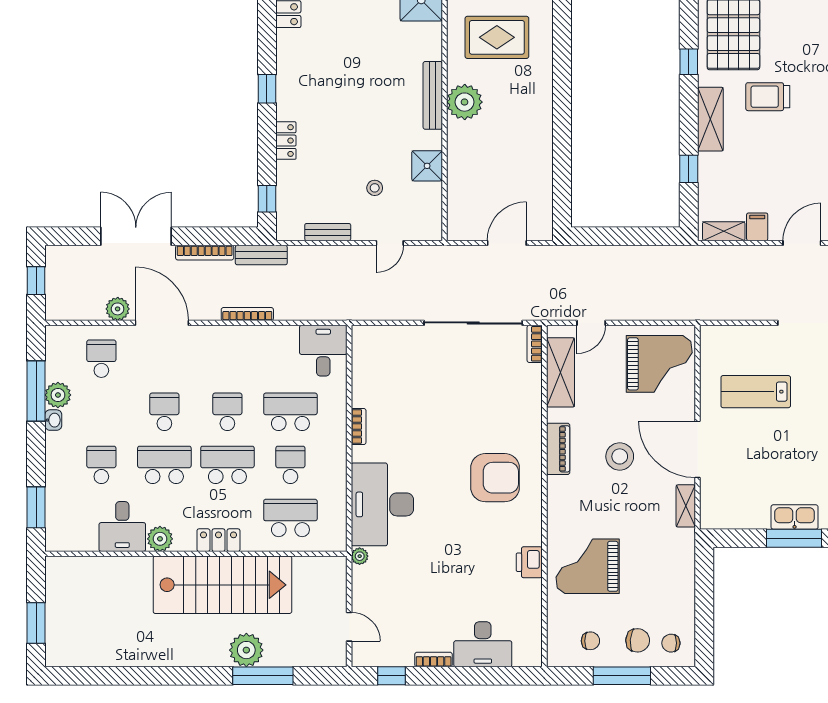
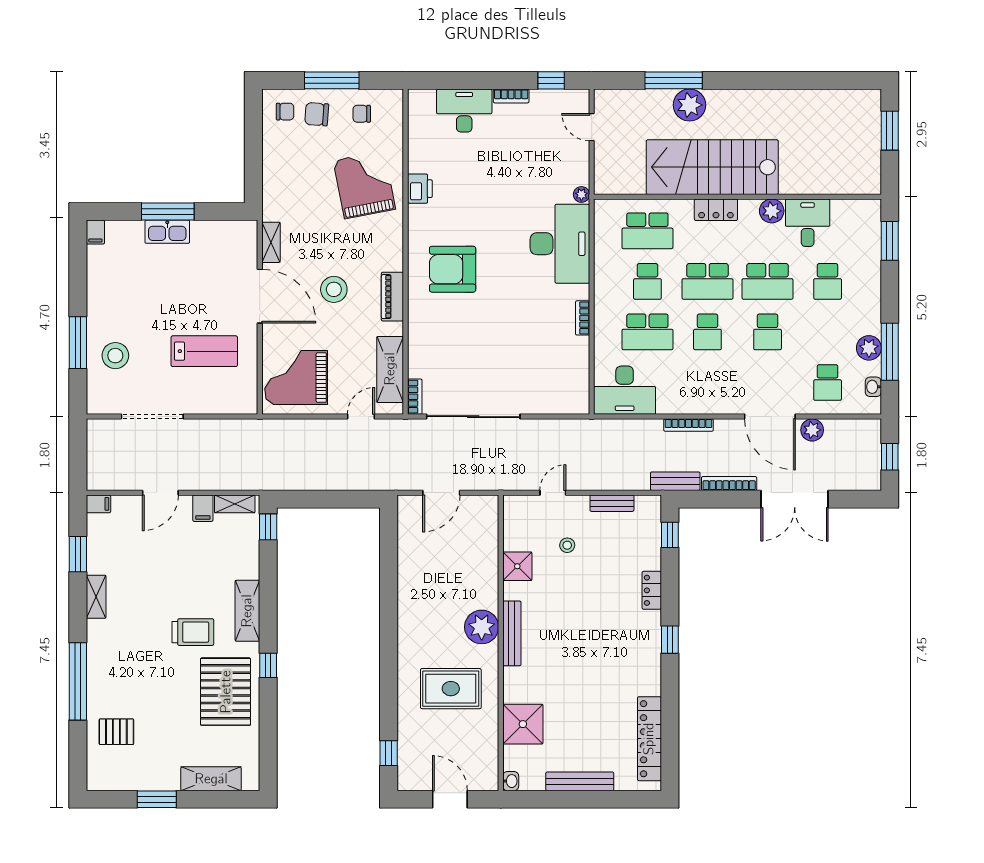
window: (689, 169) -> (268, 527), moved
desk: (323, 351) -> (625, 390), width x1.37
washbasin: (53, 420) -> (873, 387), moved
grand piano: (588, 566) -> (364, 185), turned -101

